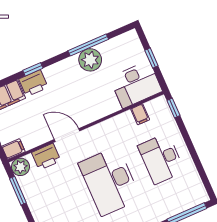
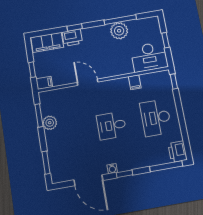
filing cabinet: (140, 114) -> (135, 82), moved
printer: (46, 157) -> (178, 152), moved, turned 90
plant: (20, 167) -> (50, 123), moved
desk: (110, 181) -> (112, 126), width x0.53, depth x0.77

